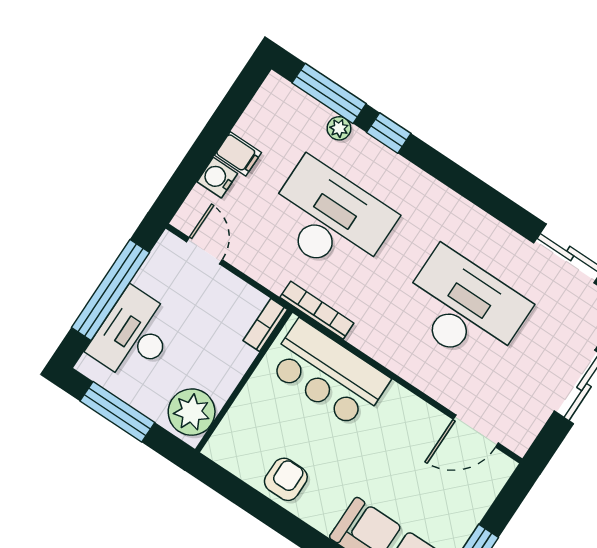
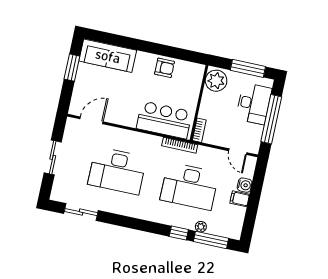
armchair: (286, 479) -> (165, 68), turned -90

